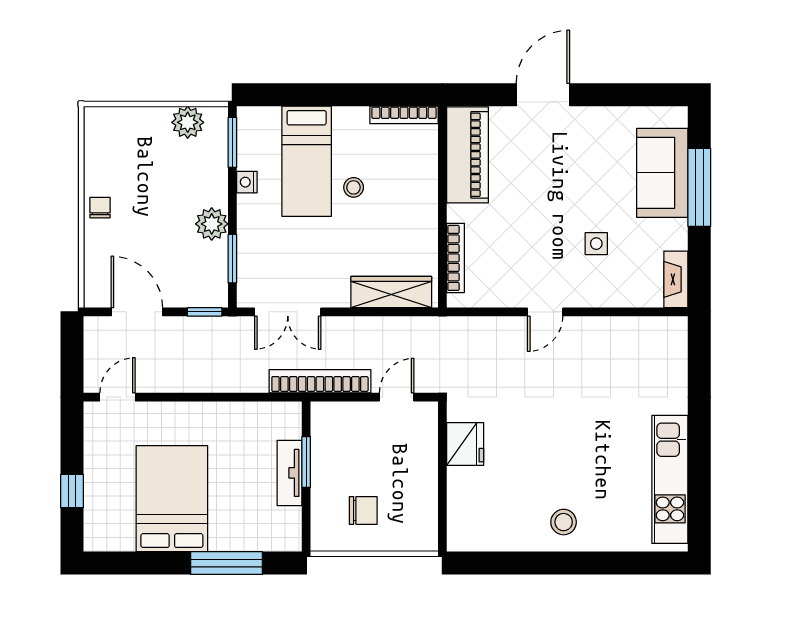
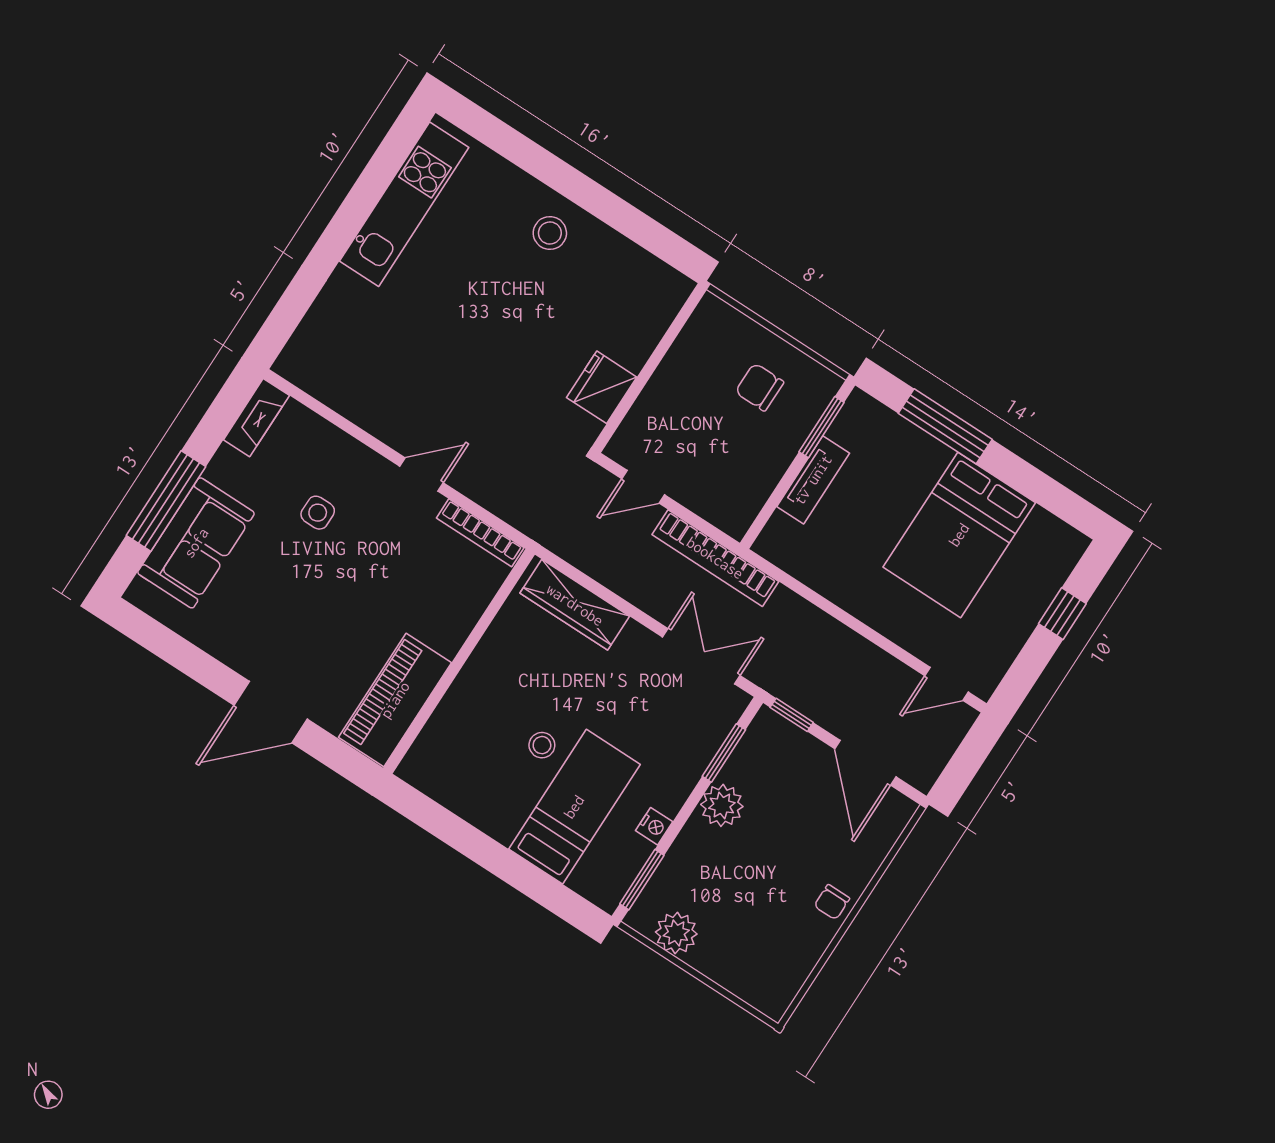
bookcase: (404, 115) -> (436, 788), removed
bookcase: (456, 258) -> (480, 533), moved, turned -90
window: (306, 462) -> (822, 427), moved

